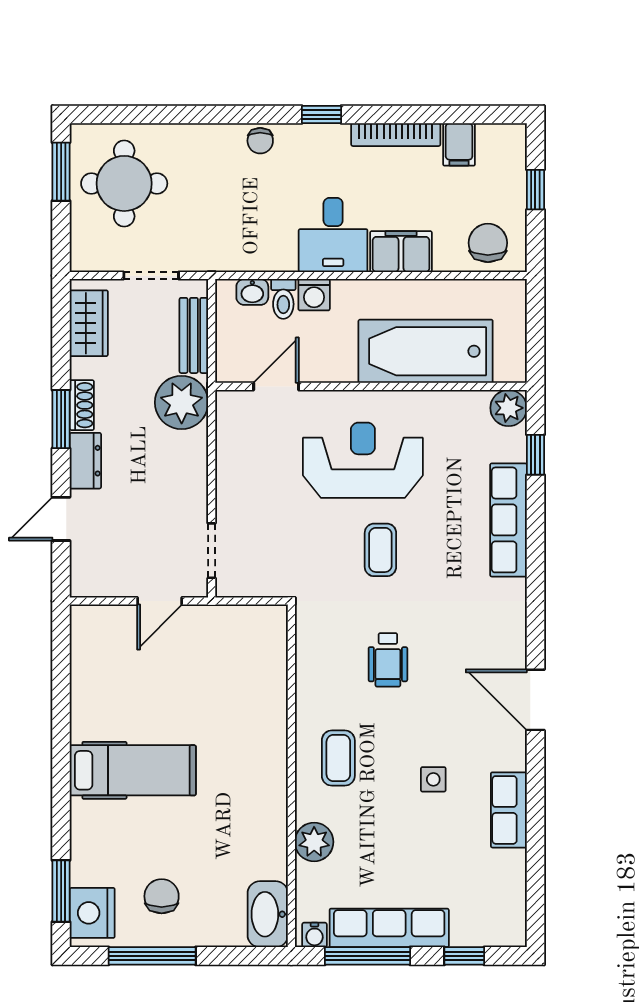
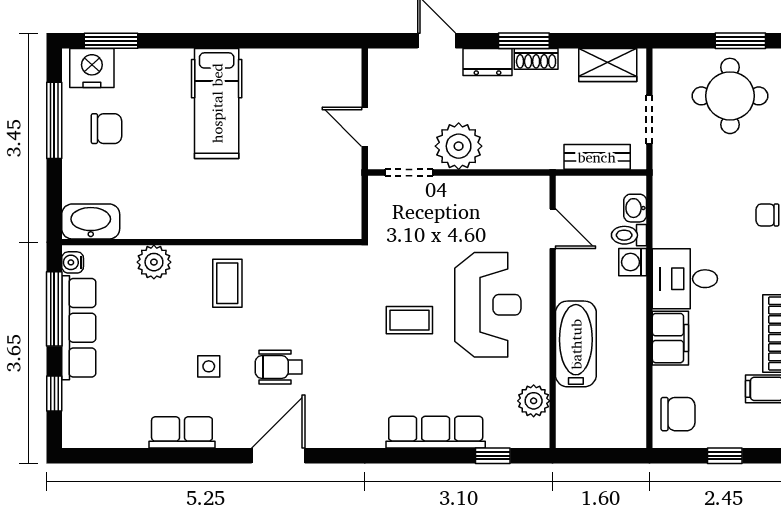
bathtub: (426, 351) -> (576, 344), width x0.73, depth x0.73
plant: (182, 402) -> (459, 146), moved
plant: (509, 408) -> (534, 401), moved
wheelchair: (388, 660) -> (279, 367), moved
coffee table: (338, 758) -> (227, 283), turned 90

